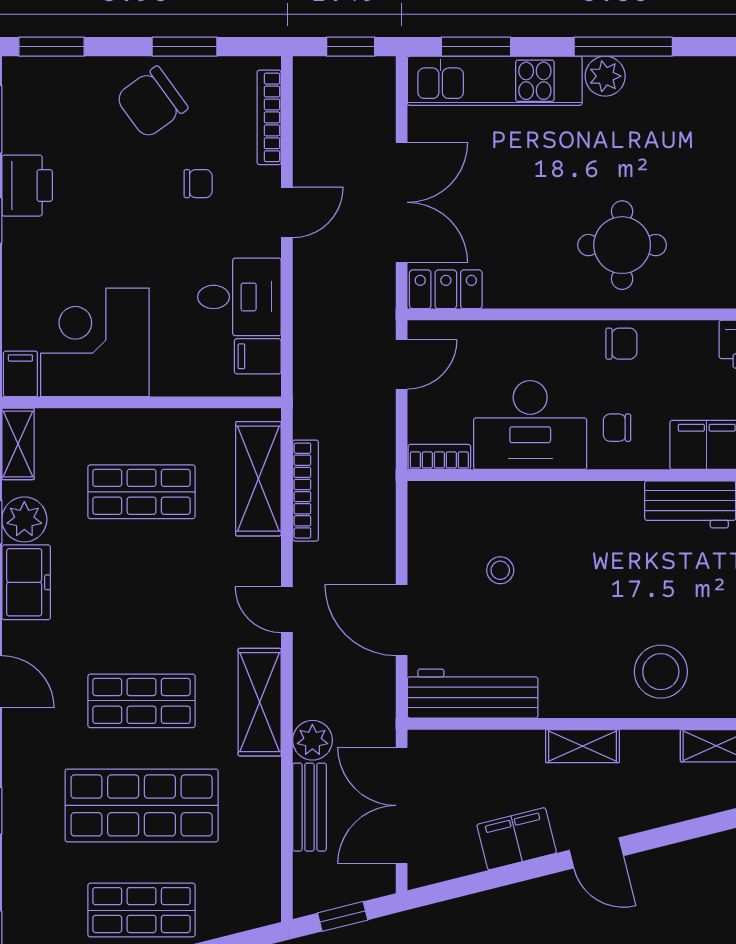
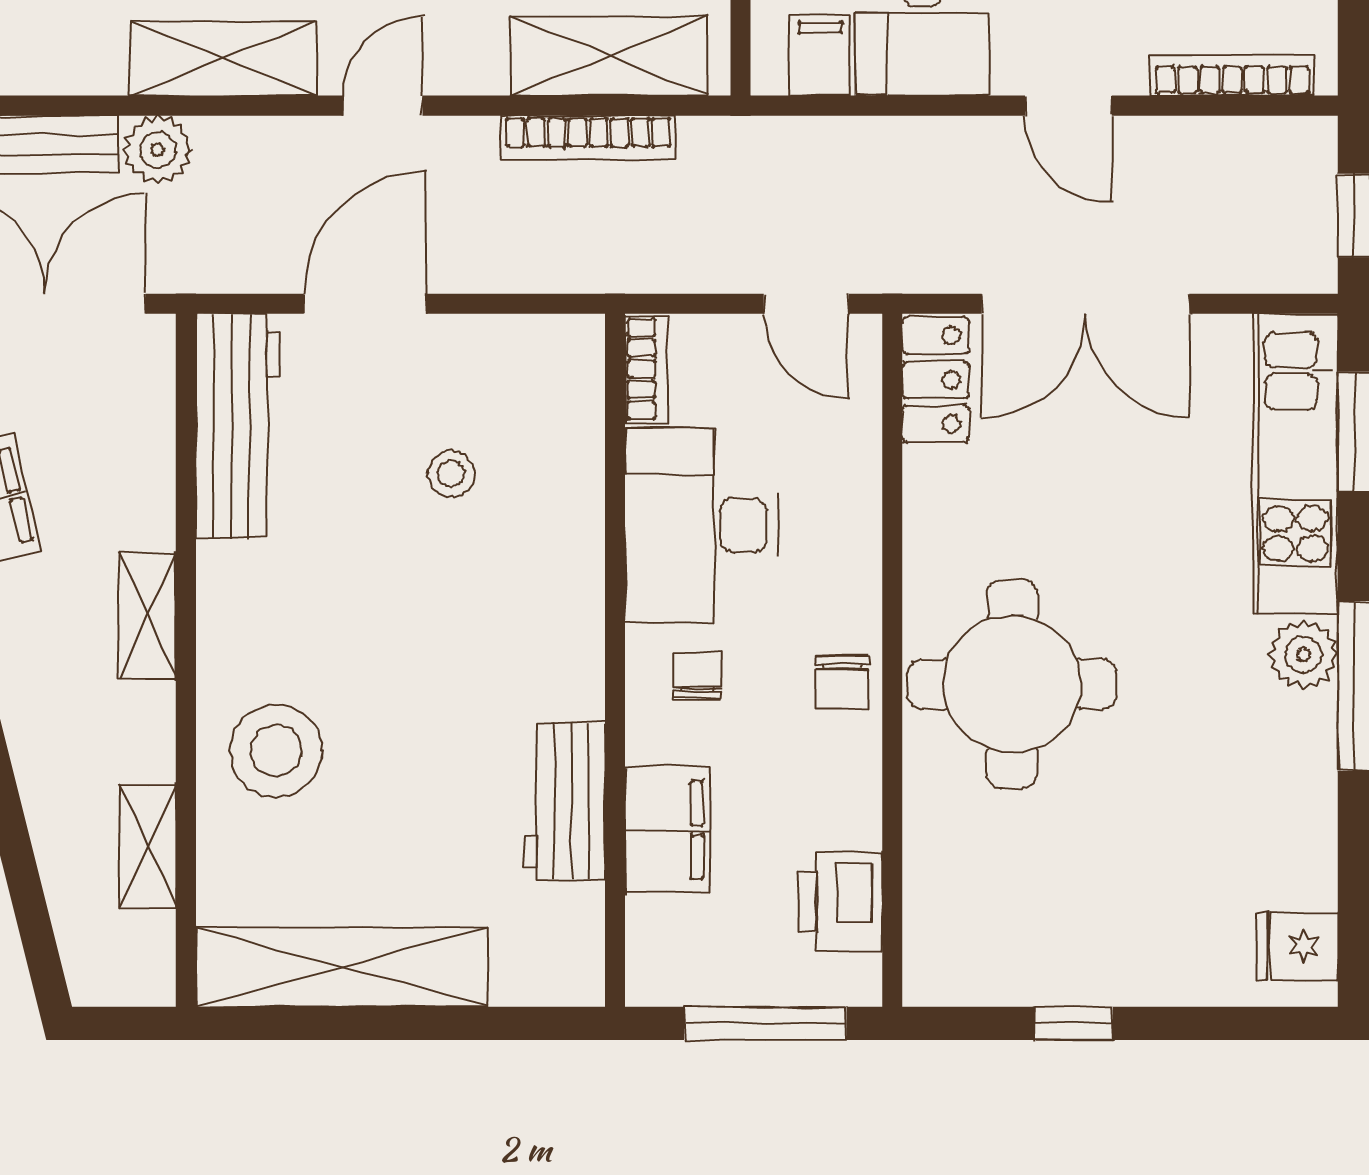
round table: (622, 245) -> (1012, 684), width x1.36, depth x1.36

